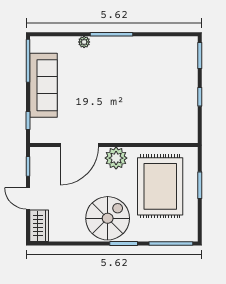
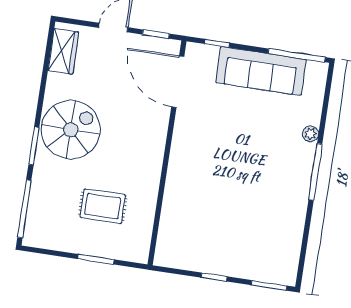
door: (79, 145) -> (178, 82), moved
plant: (116, 158) -> (149, 153), removed
rug: (160, 186) -> (103, 206), width x0.54, depth x0.49
spiral stairs: (108, 218) -> (71, 130), turned -90
wardrobe: (39, 226) -> (63, 51), moved, turned -90

